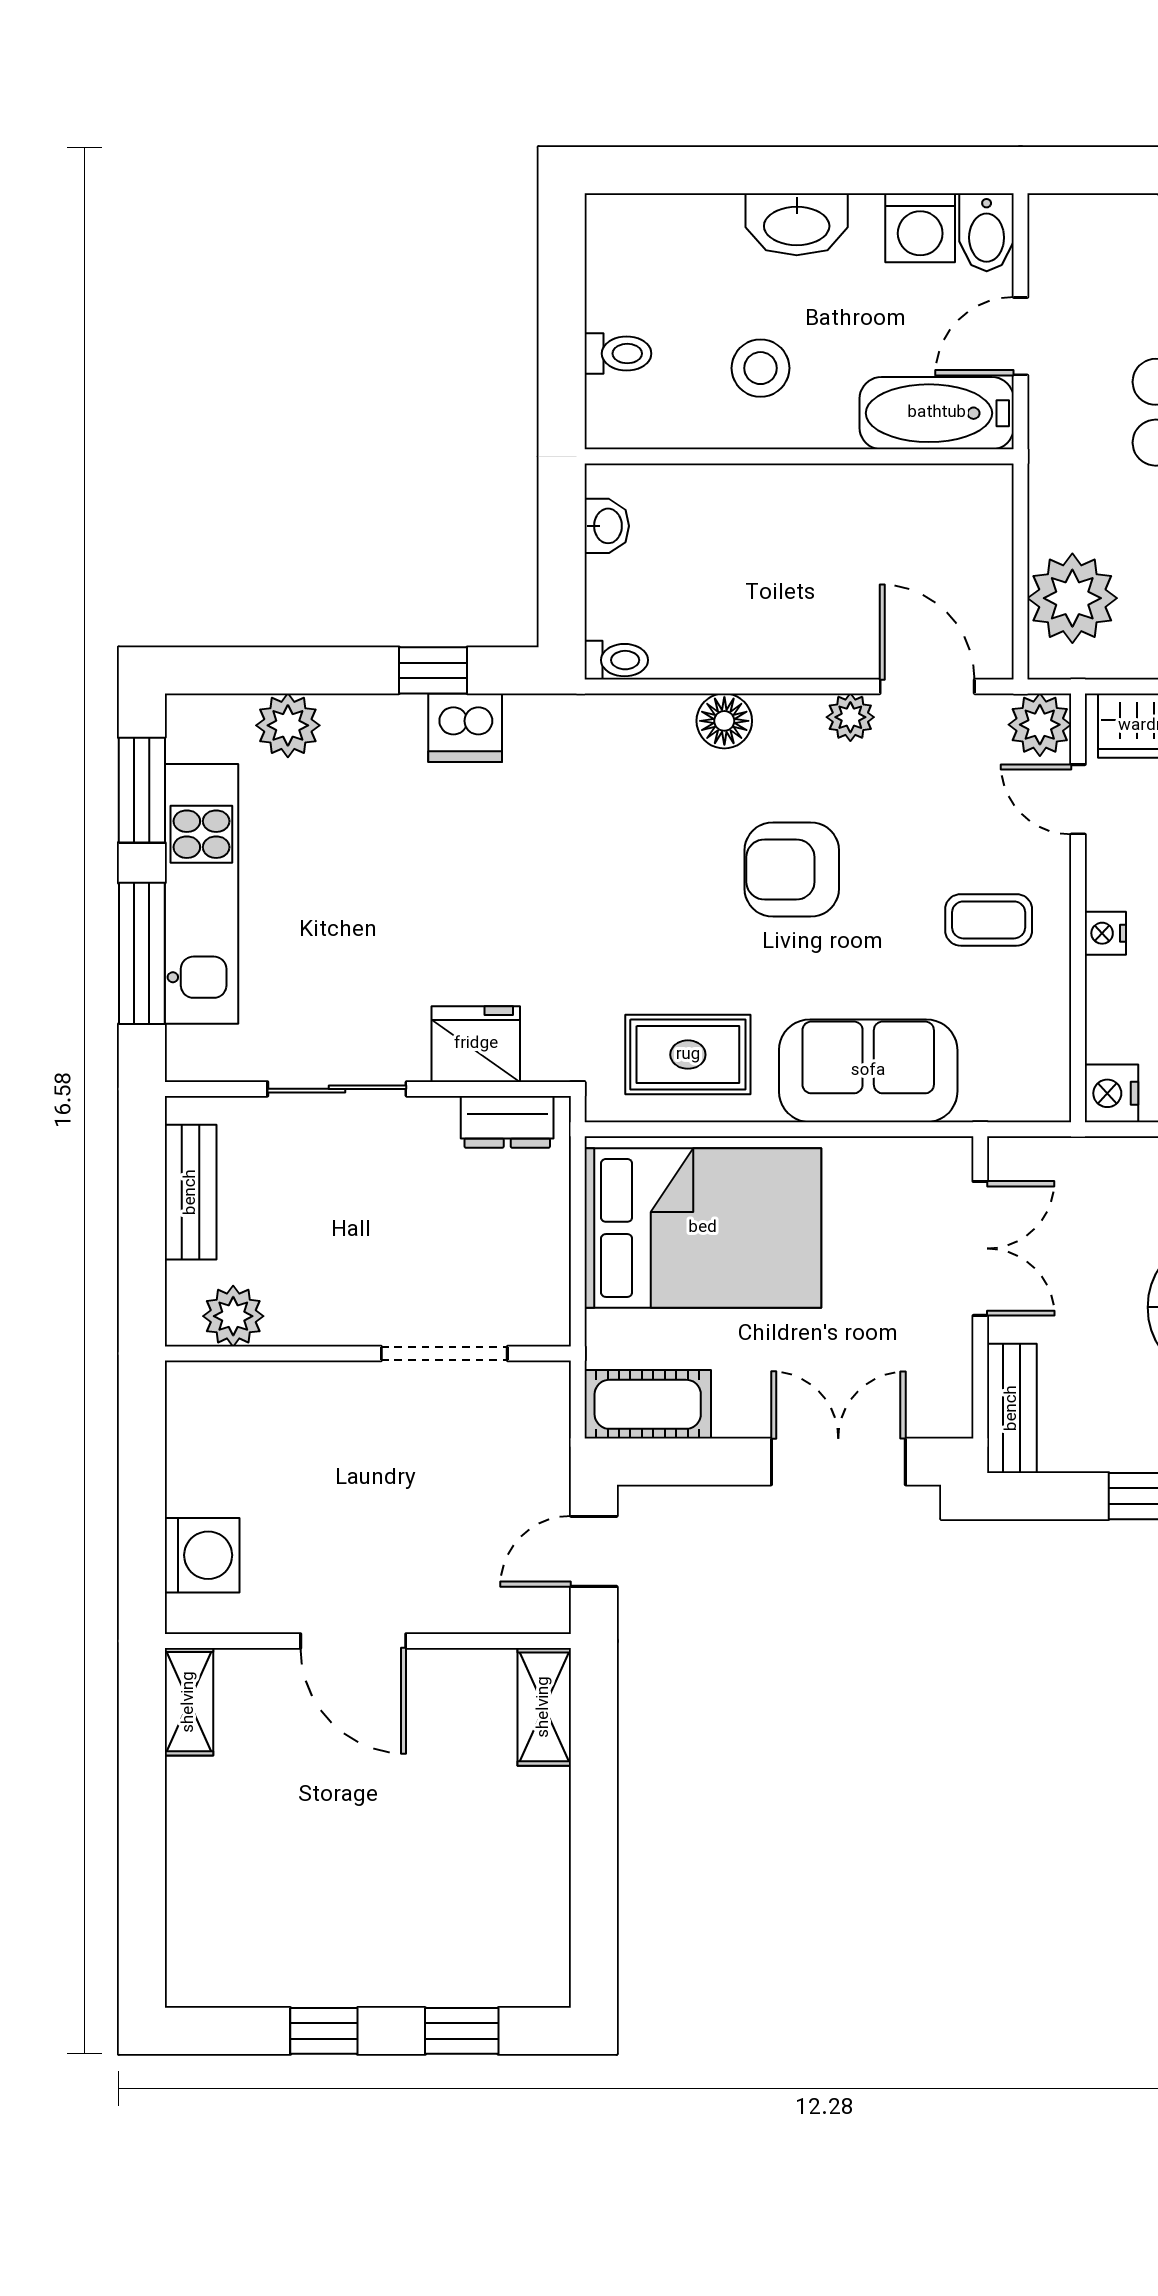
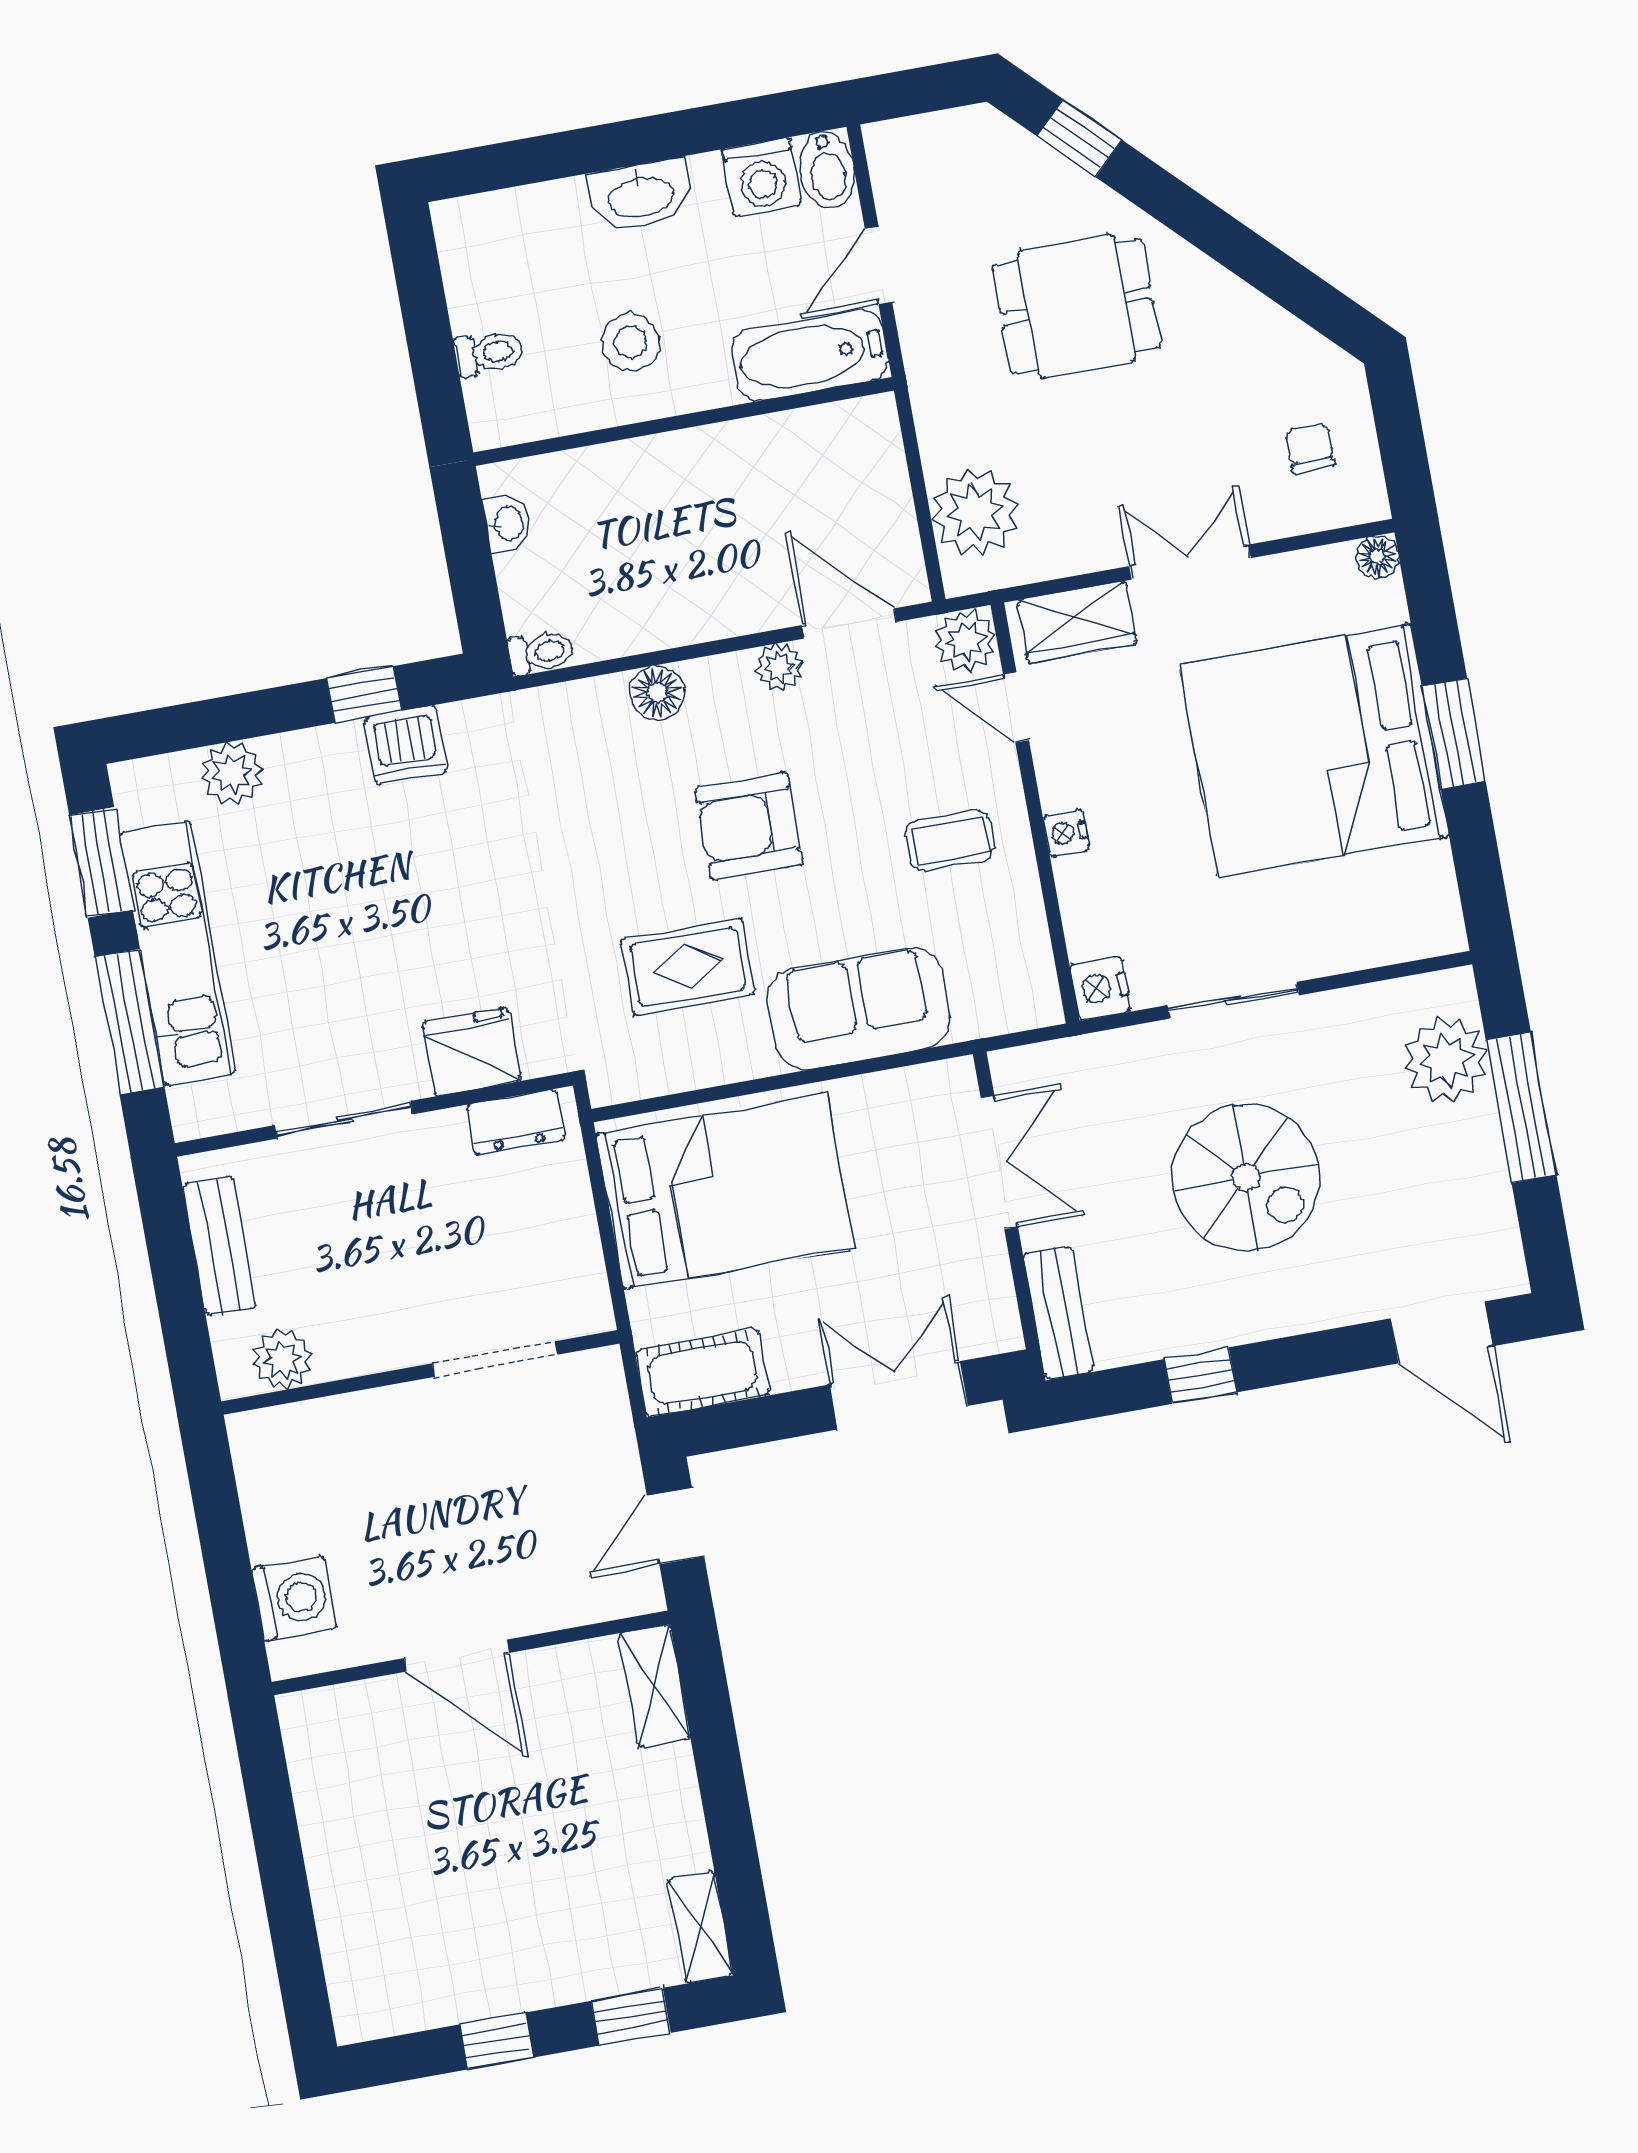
rug: (688, 1055) -> (688, 967), moved
shelving: (189, 1702) -> (700, 1927), moved

